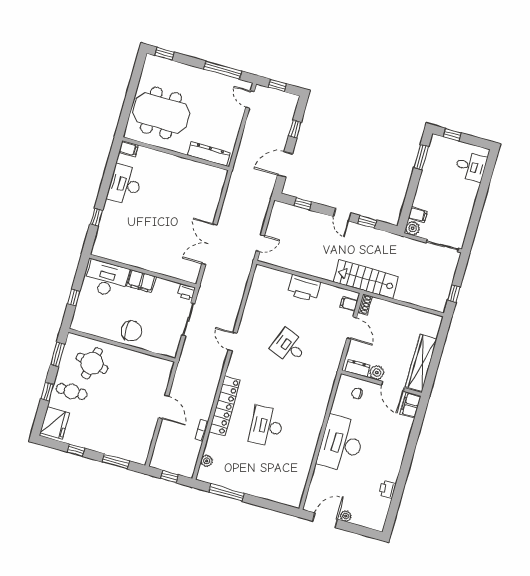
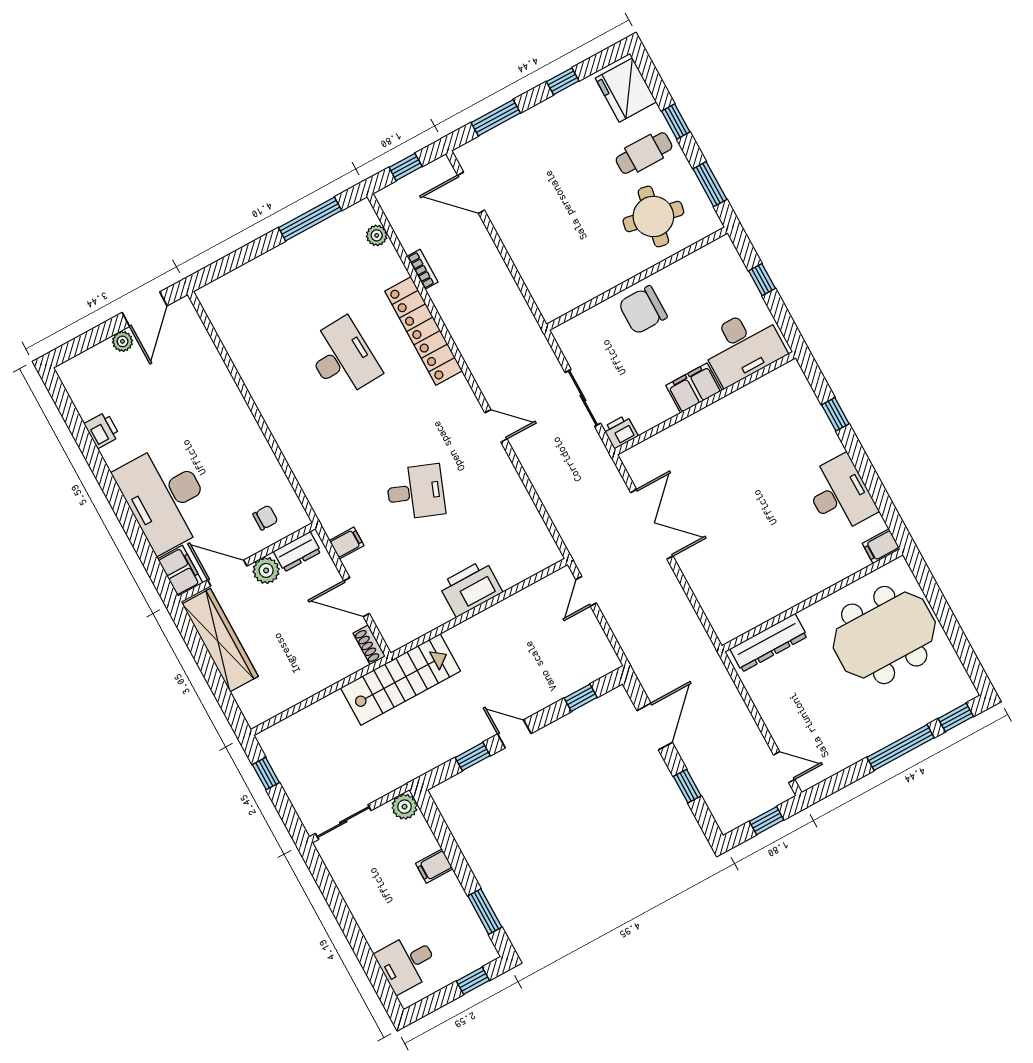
window: (223, 70) -> (901, 748), moved
filing cabinet: (418, 215) -> (434, 866), moved
filing cabinet: (349, 304) -> (347, 543), moved
door: (164, 407) -> (471, 193), moved
desk: (341, 444) -> (165, 498), moved, turned 180

